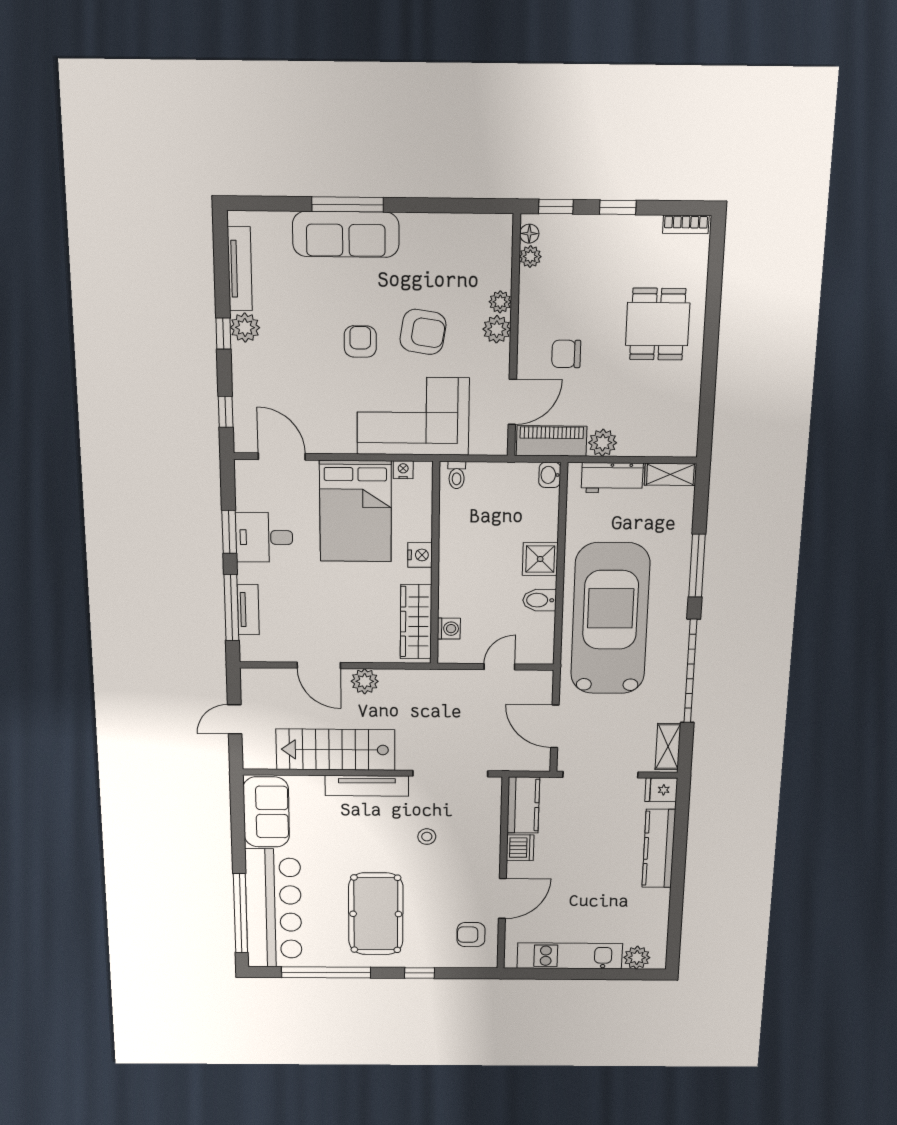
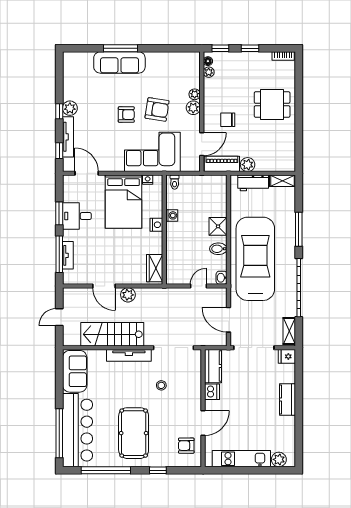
tv unit: (240, 269) -> (68, 137), moved
dining table: (658, 324) -> (272, 104), turned 90
armchair: (360, 341) -> (126, 115), turned 90
washbasin: (550, 475) -> (222, 278), moved
wardrobe: (416, 622) -> (155, 268), width x0.67
washing machine: (449, 629) -> (172, 215), moved
kitchen counter: (659, 848) -> (287, 400), width x0.67

